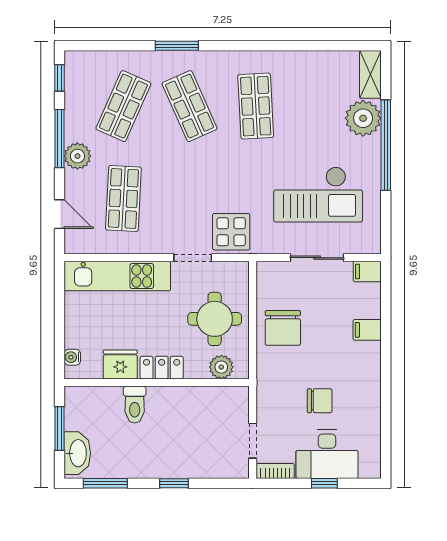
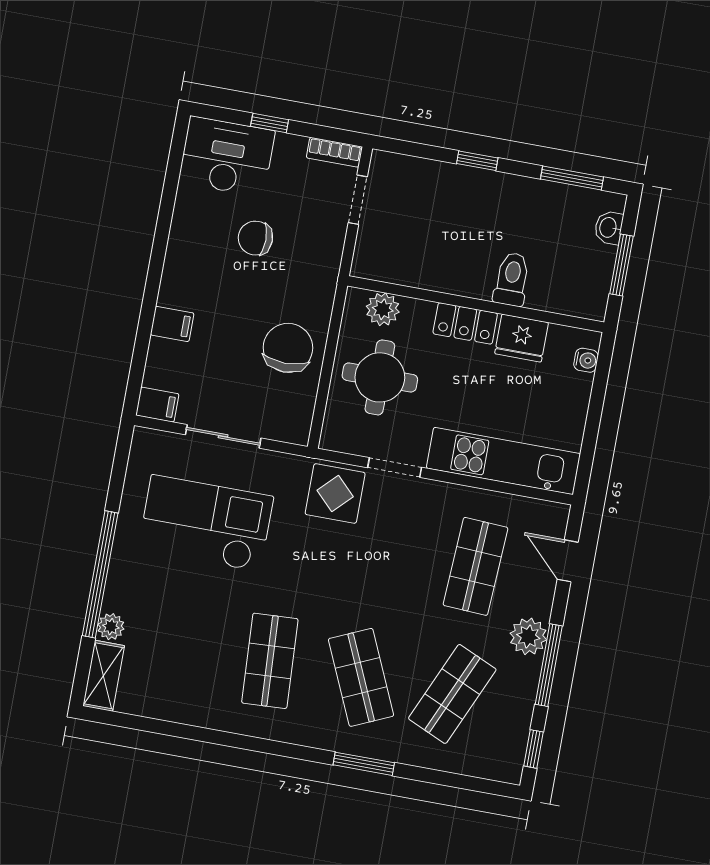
plant: (363, 118) -> (111, 627), width x0.53, depth x0.53
washbasin: (77, 453) -> (609, 228), width x0.52, depth x0.69
desk: (327, 454) -> (227, 157), moved

